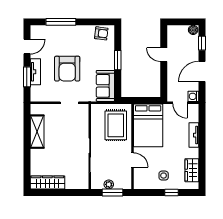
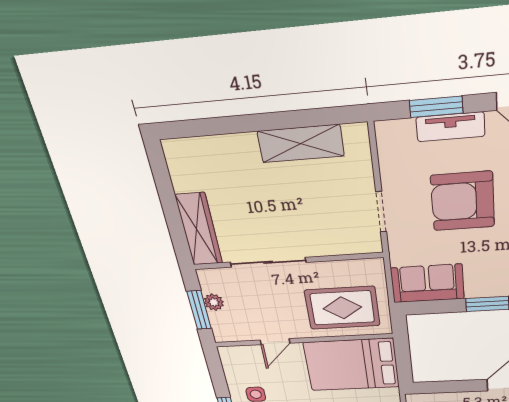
wardrobe: (47, 182) -> (199, 229), moved

